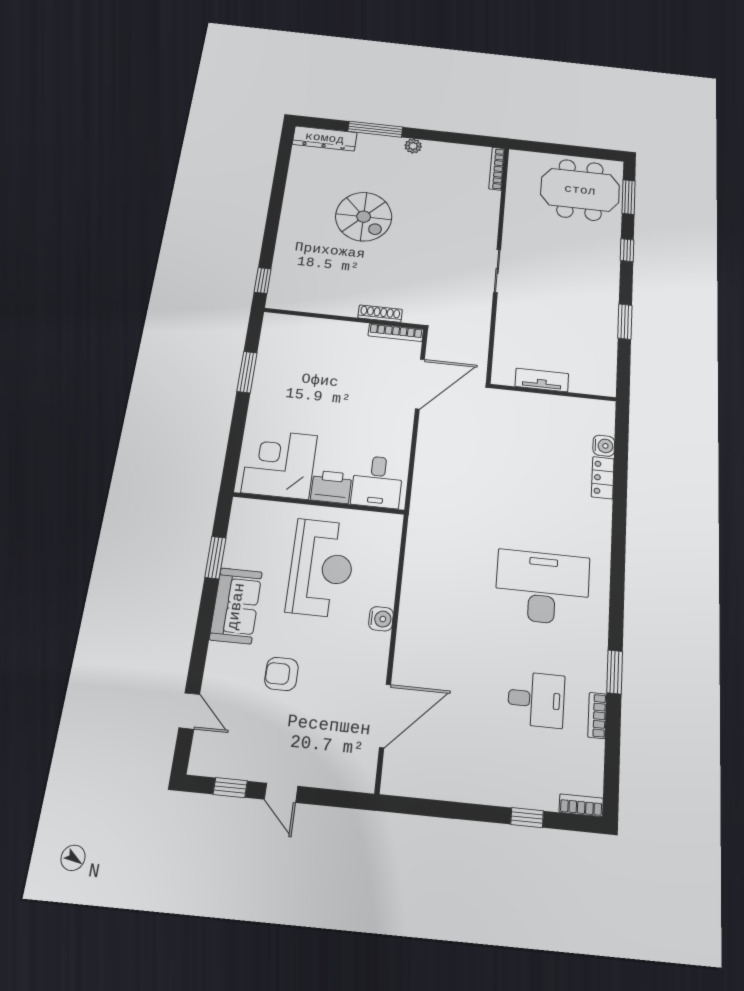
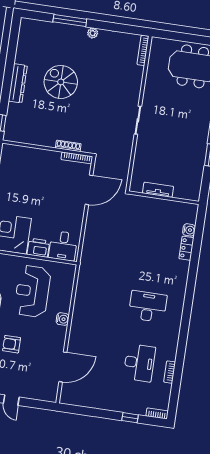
dresser: (325, 138) -> (18, 83), moved, turned -90
spiral stairs: (364, 217) -> (61, 82), turned 180
reception desk: (321, 568) -> (32, 291), turned 180
desk: (542, 587) -> (148, 306), width x0.73, depth x0.77
window: (615, 672) -> (181, 351), removed
desk: (536, 699) -> (139, 363), width x1.37

